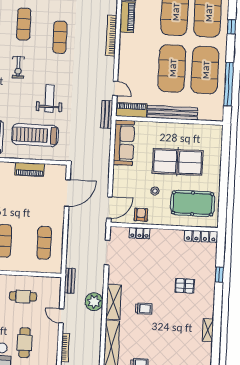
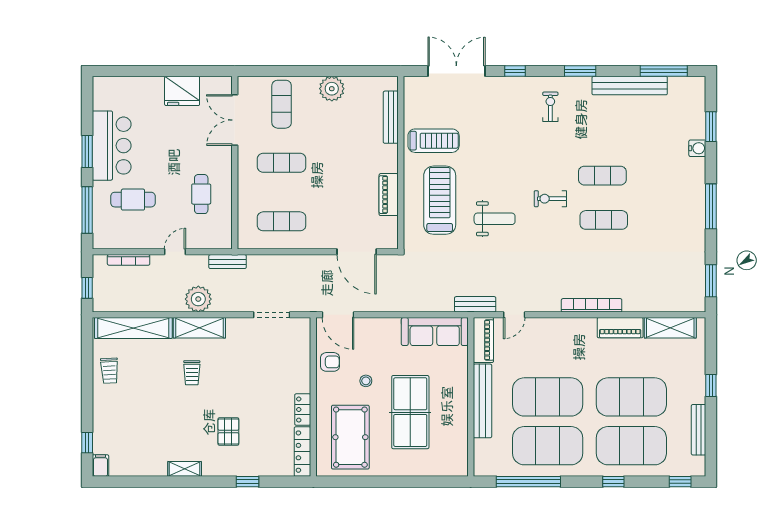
exercise mat: (60, 37) -> (604, 220), moved
exercise bike: (18, 67) -> (550, 199), moved
locker: (140, 233) -> (303, 410), moved
shelving: (208, 330) -> (185, 469), moved

